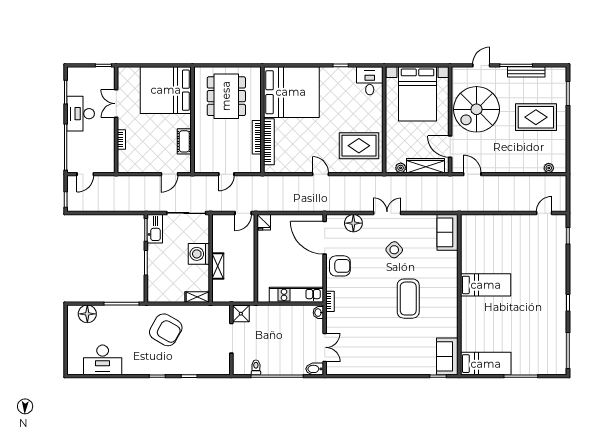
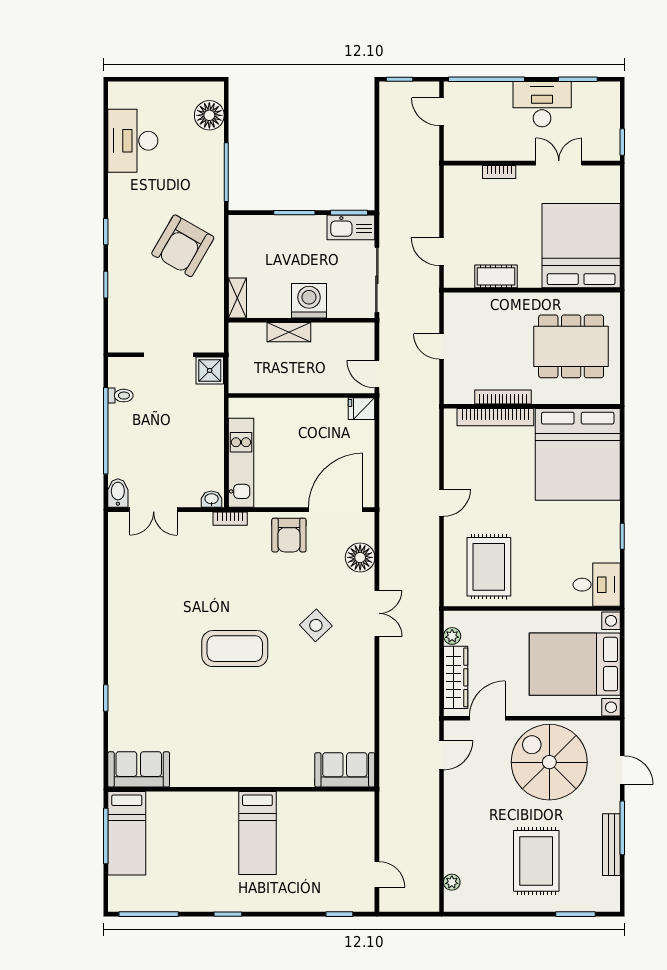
sofa: (448, 232) -> (345, 770), moved
bed: (486, 285) -> (257, 833), moved
wall: (459, 295) -> (241, 789), moved
sofa: (447, 356) -> (139, 769), moved
bed: (486, 364) -> (127, 833), moved

